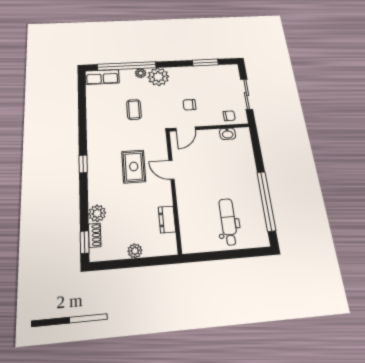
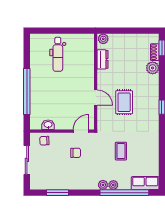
plant: (158, 77) -> (103, 185), width x0.53, depth x0.53
window: (266, 201) -> (27, 91), moved
plant: (135, 251) -> (103, 39), moved

